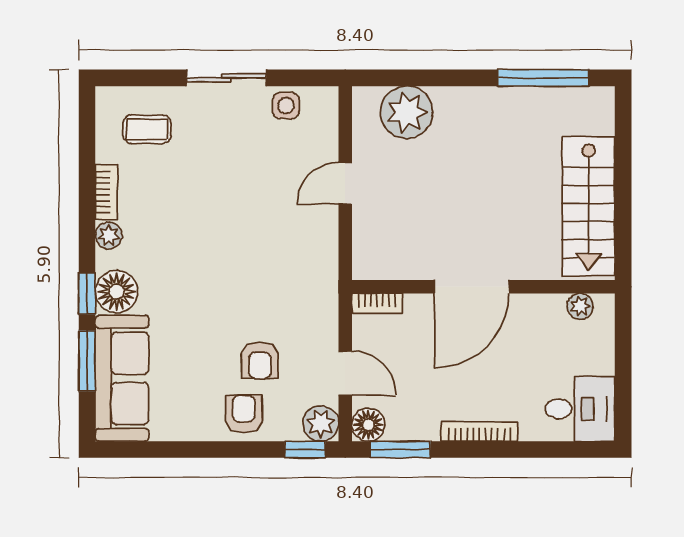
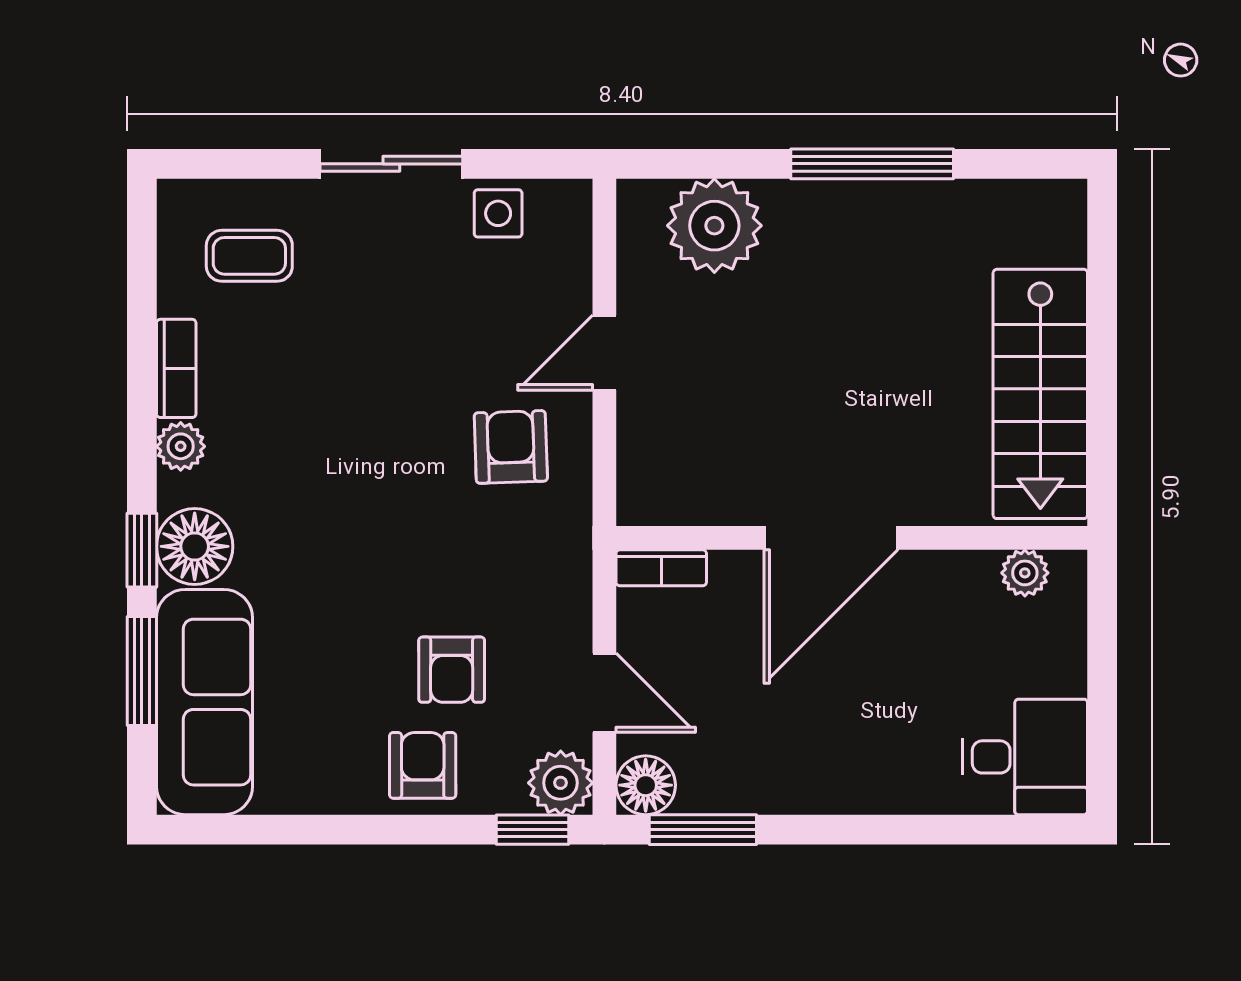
window: (543, 78) -> (872, 164), moved
armchair: (293, 236) -> (511, 447), added
bookcase: (479, 431) -> (845, 797), removed

